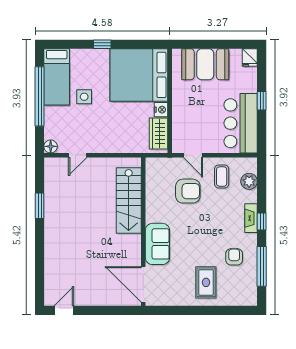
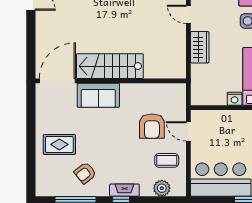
wardrobe: (158, 134) -> (200, 47), moved, turned 90
door: (193, 155) -> (188, 131), hinge flipped
stairs: (129, 201) -> (110, 66), moved
armchair: (234, 257) -> (85, 173), turned 142

